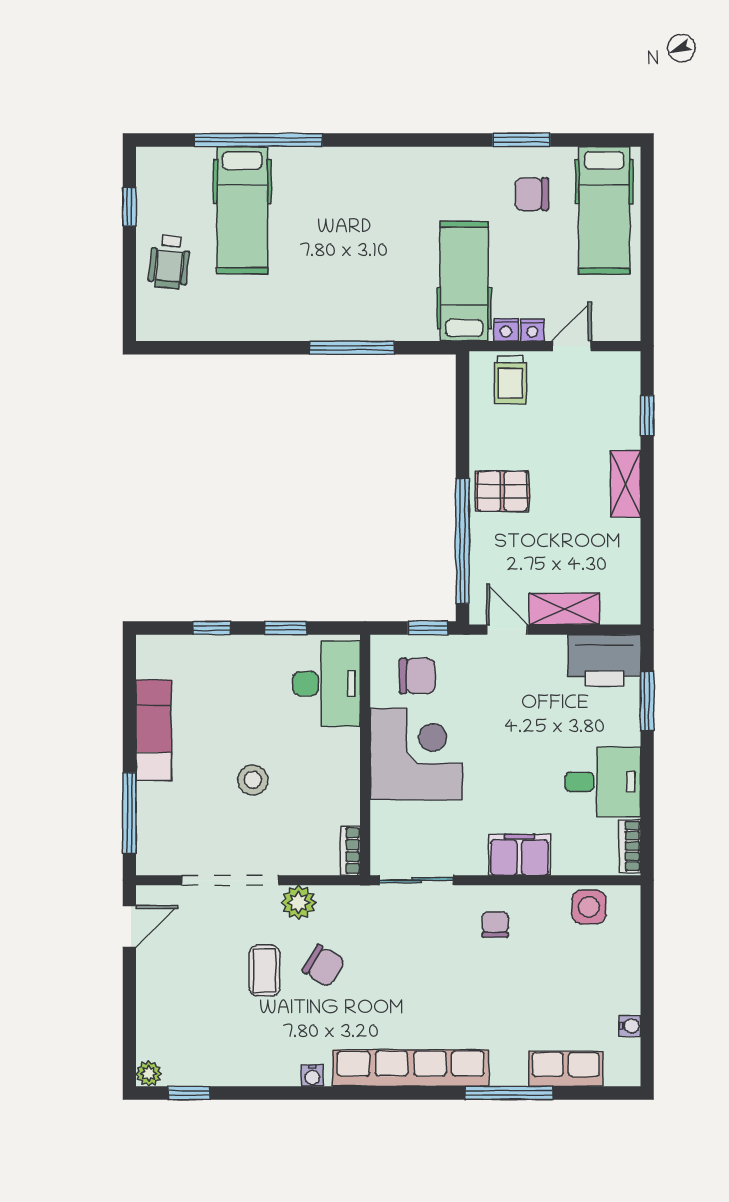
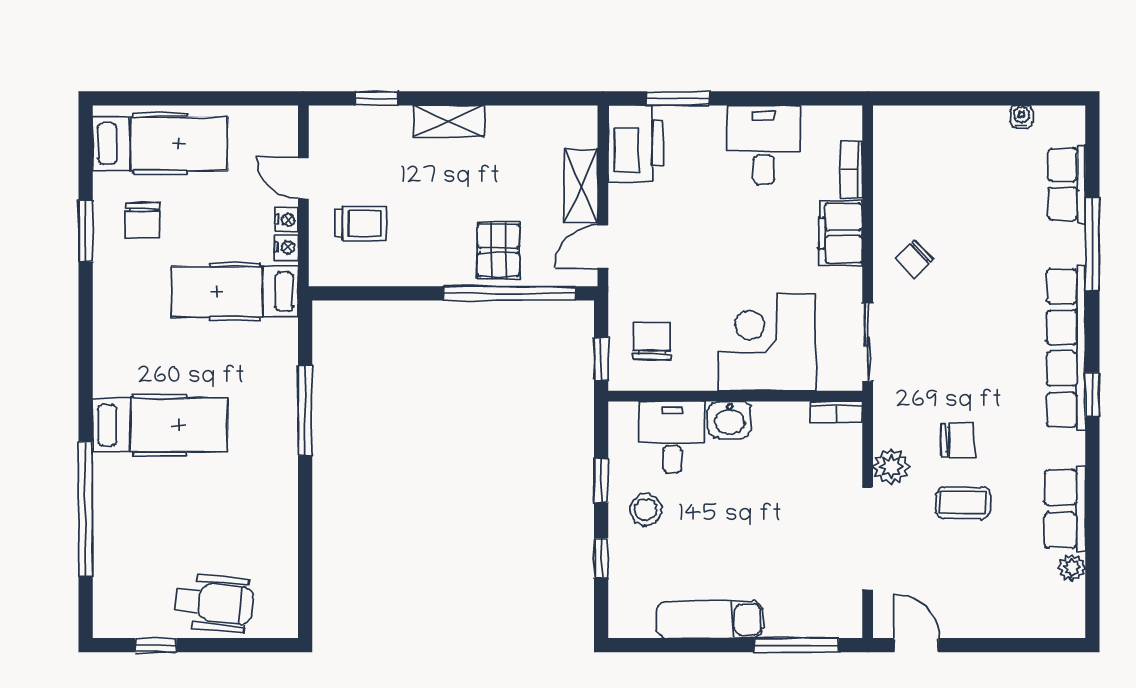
hospital bed: (242, 210) -> (160, 425), moved
wheelchair: (169, 262) -> (214, 603), width x1.36, depth x1.37
trolley: (510, 380) -> (361, 223), moved
pallet: (502, 491) -> (498, 250), moved
window: (428, 628) -> (601, 359), moved
desk: (326, 684) -> (672, 437), width x0.73
washbasin: (343, 750) -> (730, 420), added
corner desk: (416, 754) -> (767, 342), moved
stool: (253, 780) -> (646, 510), moved
bookcase: (630, 846) -> (851, 169), moved, turned 90
side table: (589, 907) -> (896, 160), removed
chair: (495, 925) -> (914, 259), turned -44
chair: (324, 966) -> (958, 440), turned 59
row of seats: (259, 1067) -> (1065, 509), added
plant: (149, 1074) -> (1072, 568), moved
water cooler: (312, 1076) -> (1074, 452), removed
window: (189, 1093) -> (1092, 395), moved

